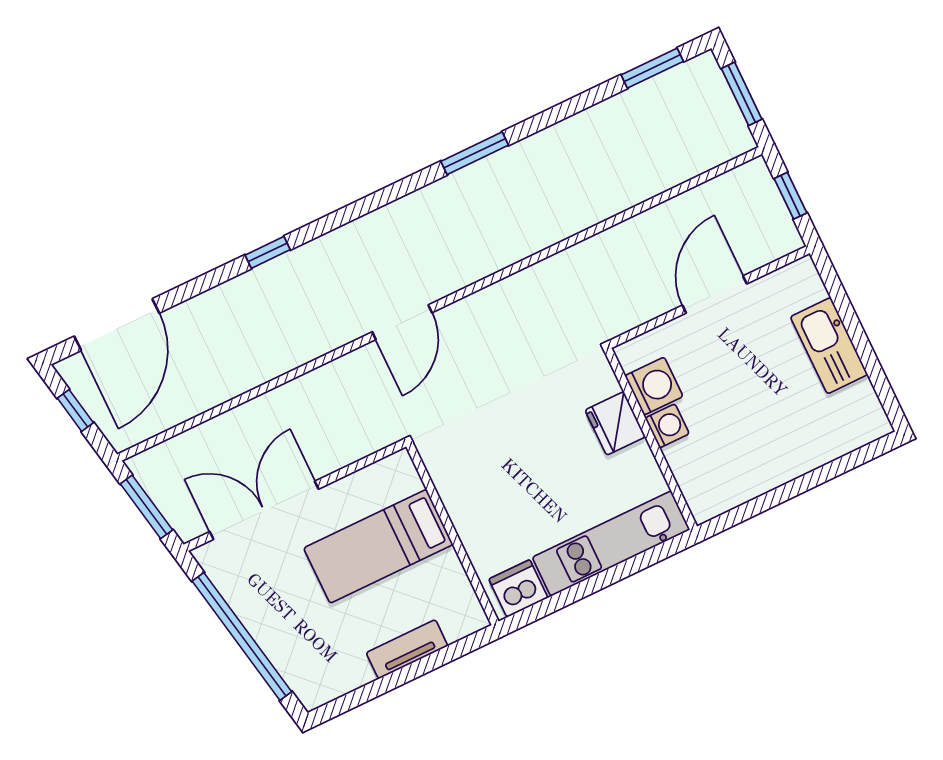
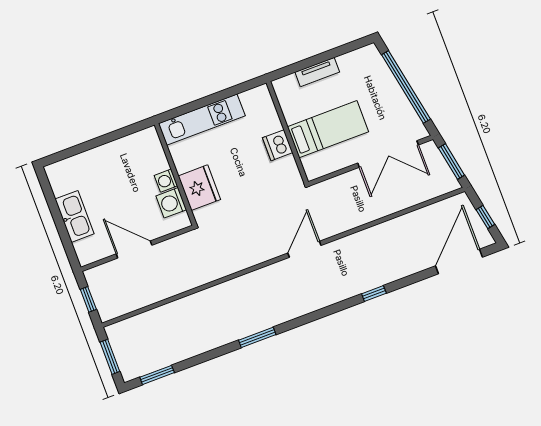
door: (715, 294) -> (134, 250), swing flipped
fridge: (615, 423) -> (199, 188), width x1.36, depth x1.34
dishwasher: (518, 589) -> (278, 145), moved, turned 90

